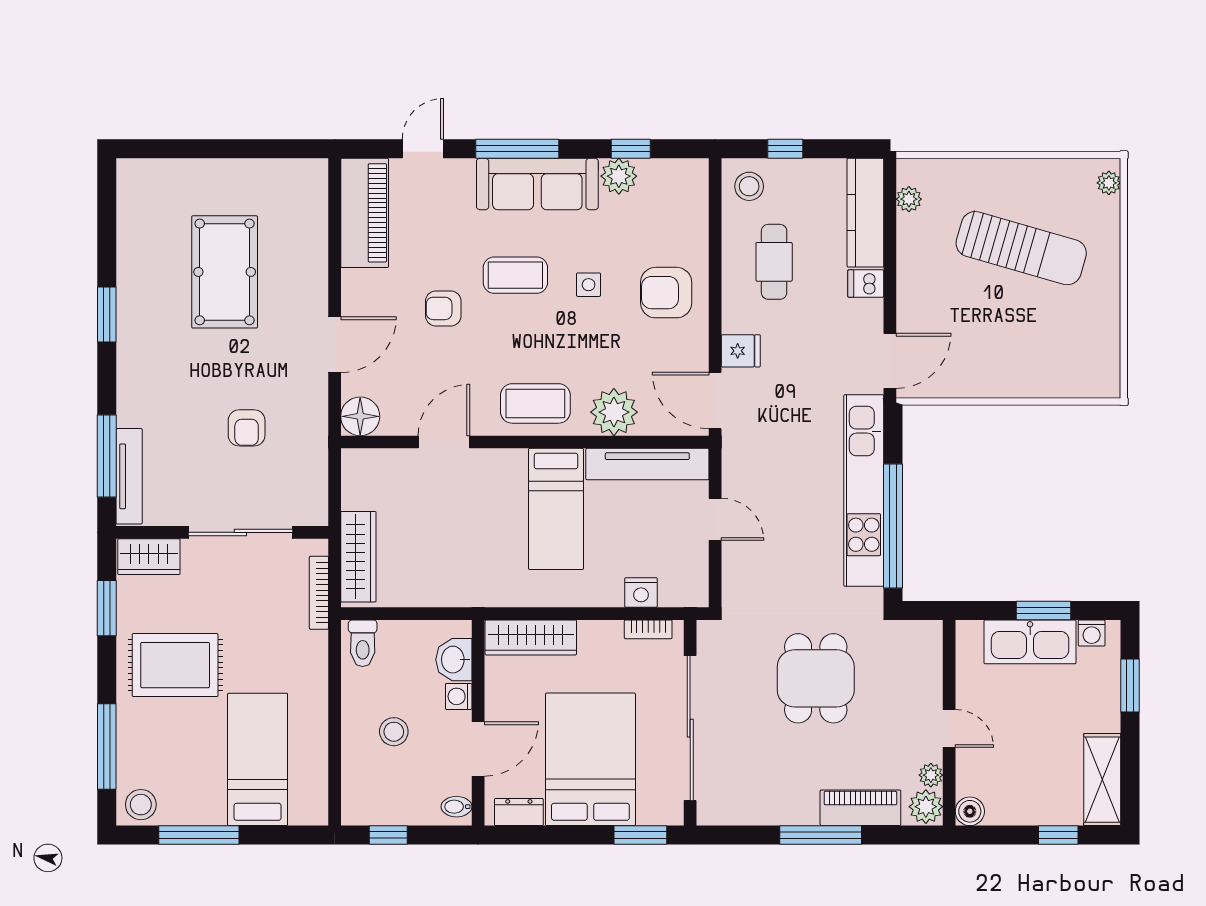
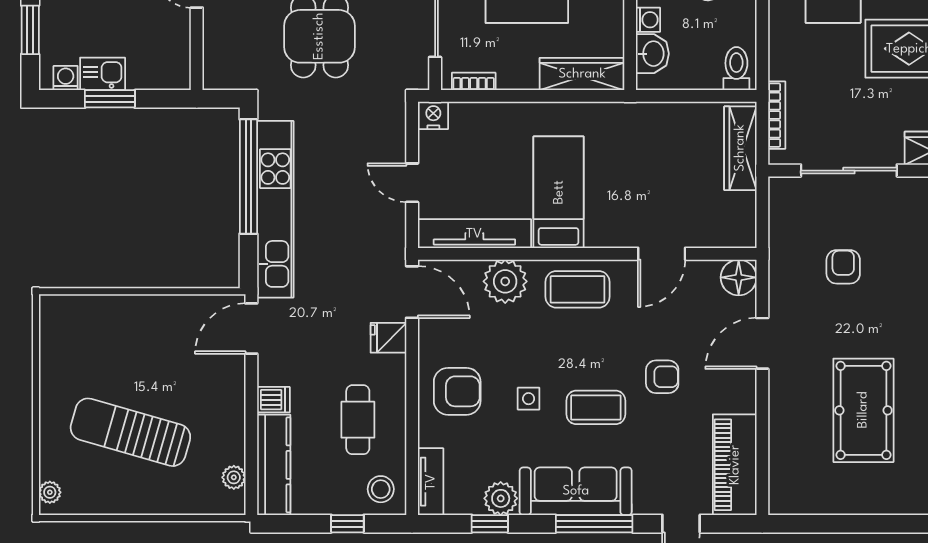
tv unit: (695, 194) -> (431, 482), added
nightstand: (641, 592) -> (433, 115), moved
kitchen sink: (1030, 642) -> (103, 74), width x0.53, depth x0.81

